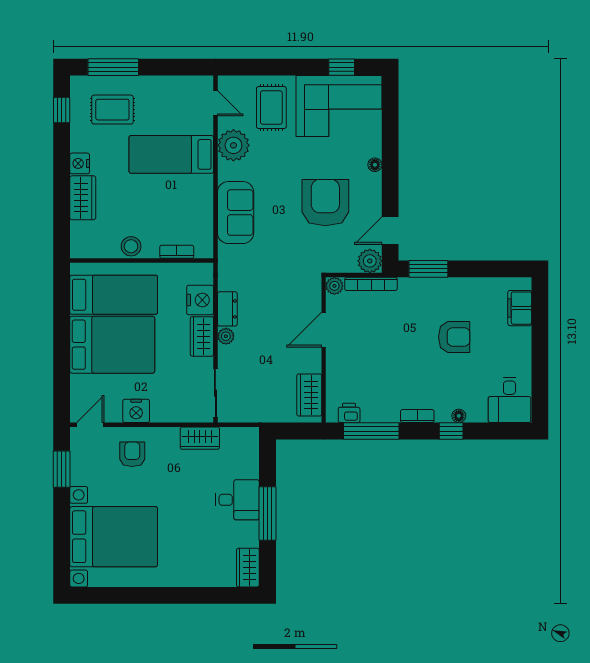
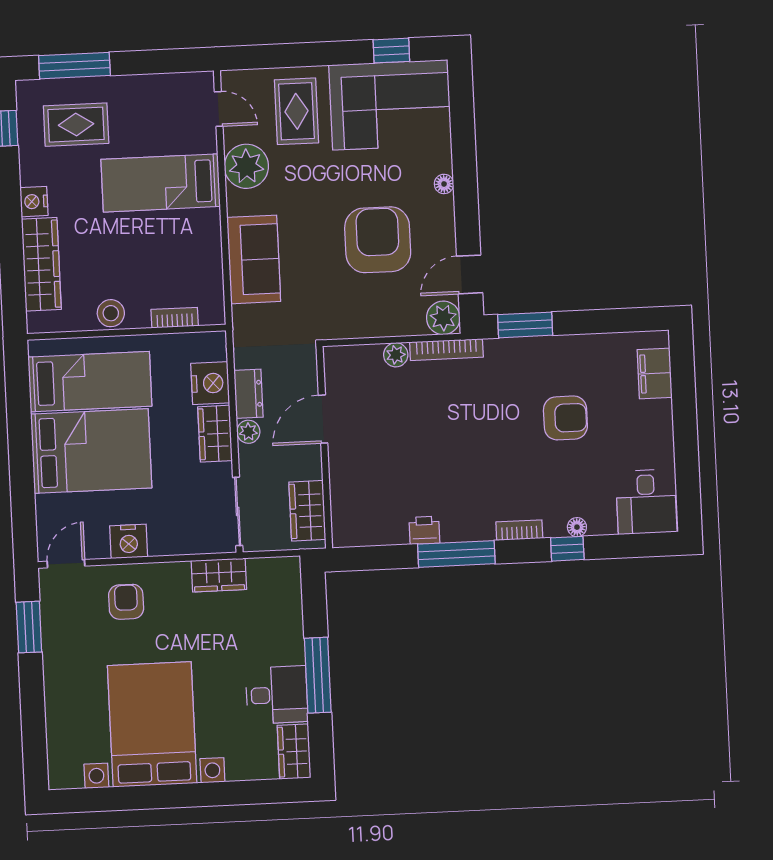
wardrobe: (83, 198) -> (41, 264), width x1.50
door: (324, 330) -> (323, 419), moved
wall: (324, 350) -> (324, 447), moved
wardrobe: (309, 395) -> (307, 511), moved
desk: (237, 500) -> (277, 695), moved
bed with nightstands: (114, 537) -> (152, 724), moved, turned -90

